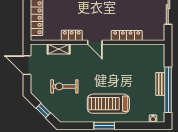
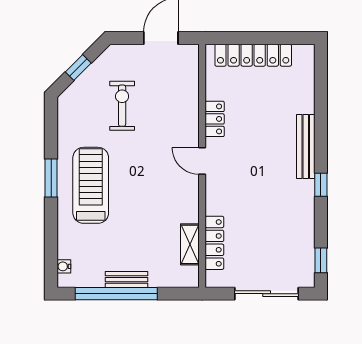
locker: (127, 35) -> (214, 243), moved
door: (95, 42) -> (202, 161), hinge flipped
shelving: (59, 49) -> (190, 244), moved

